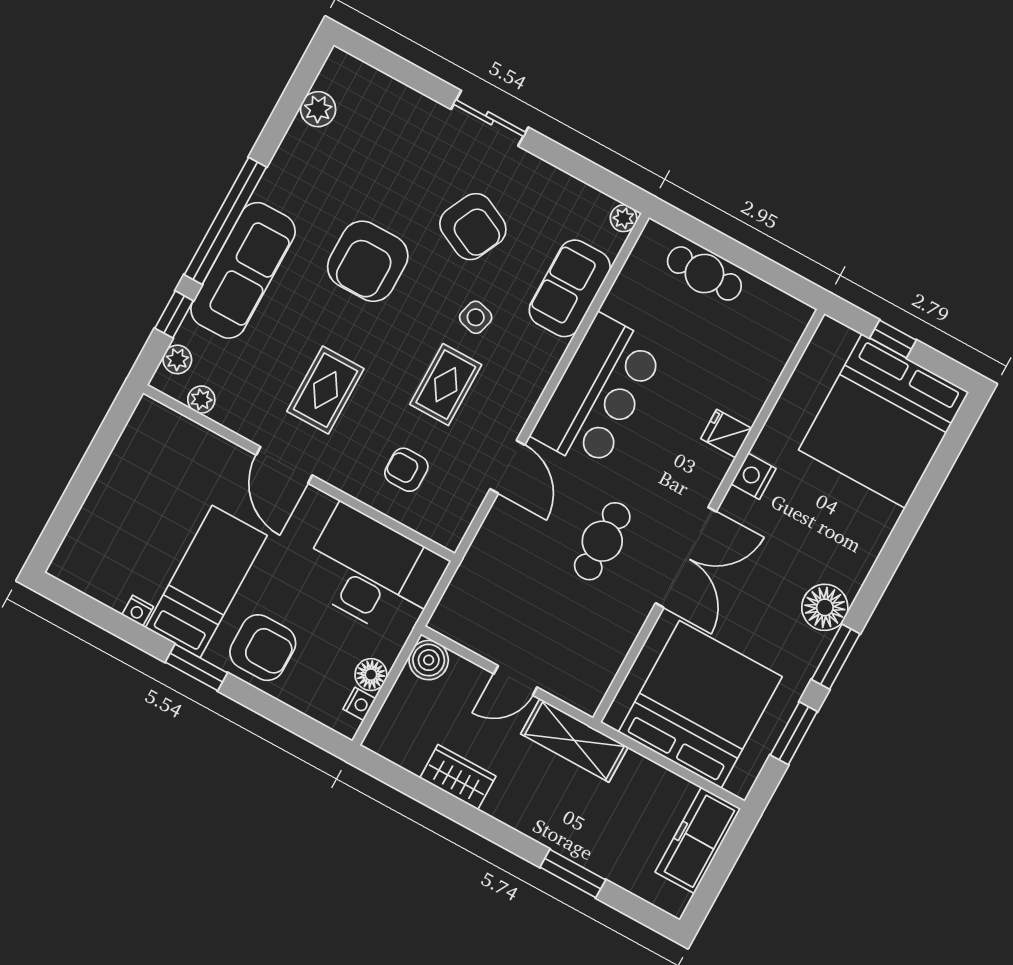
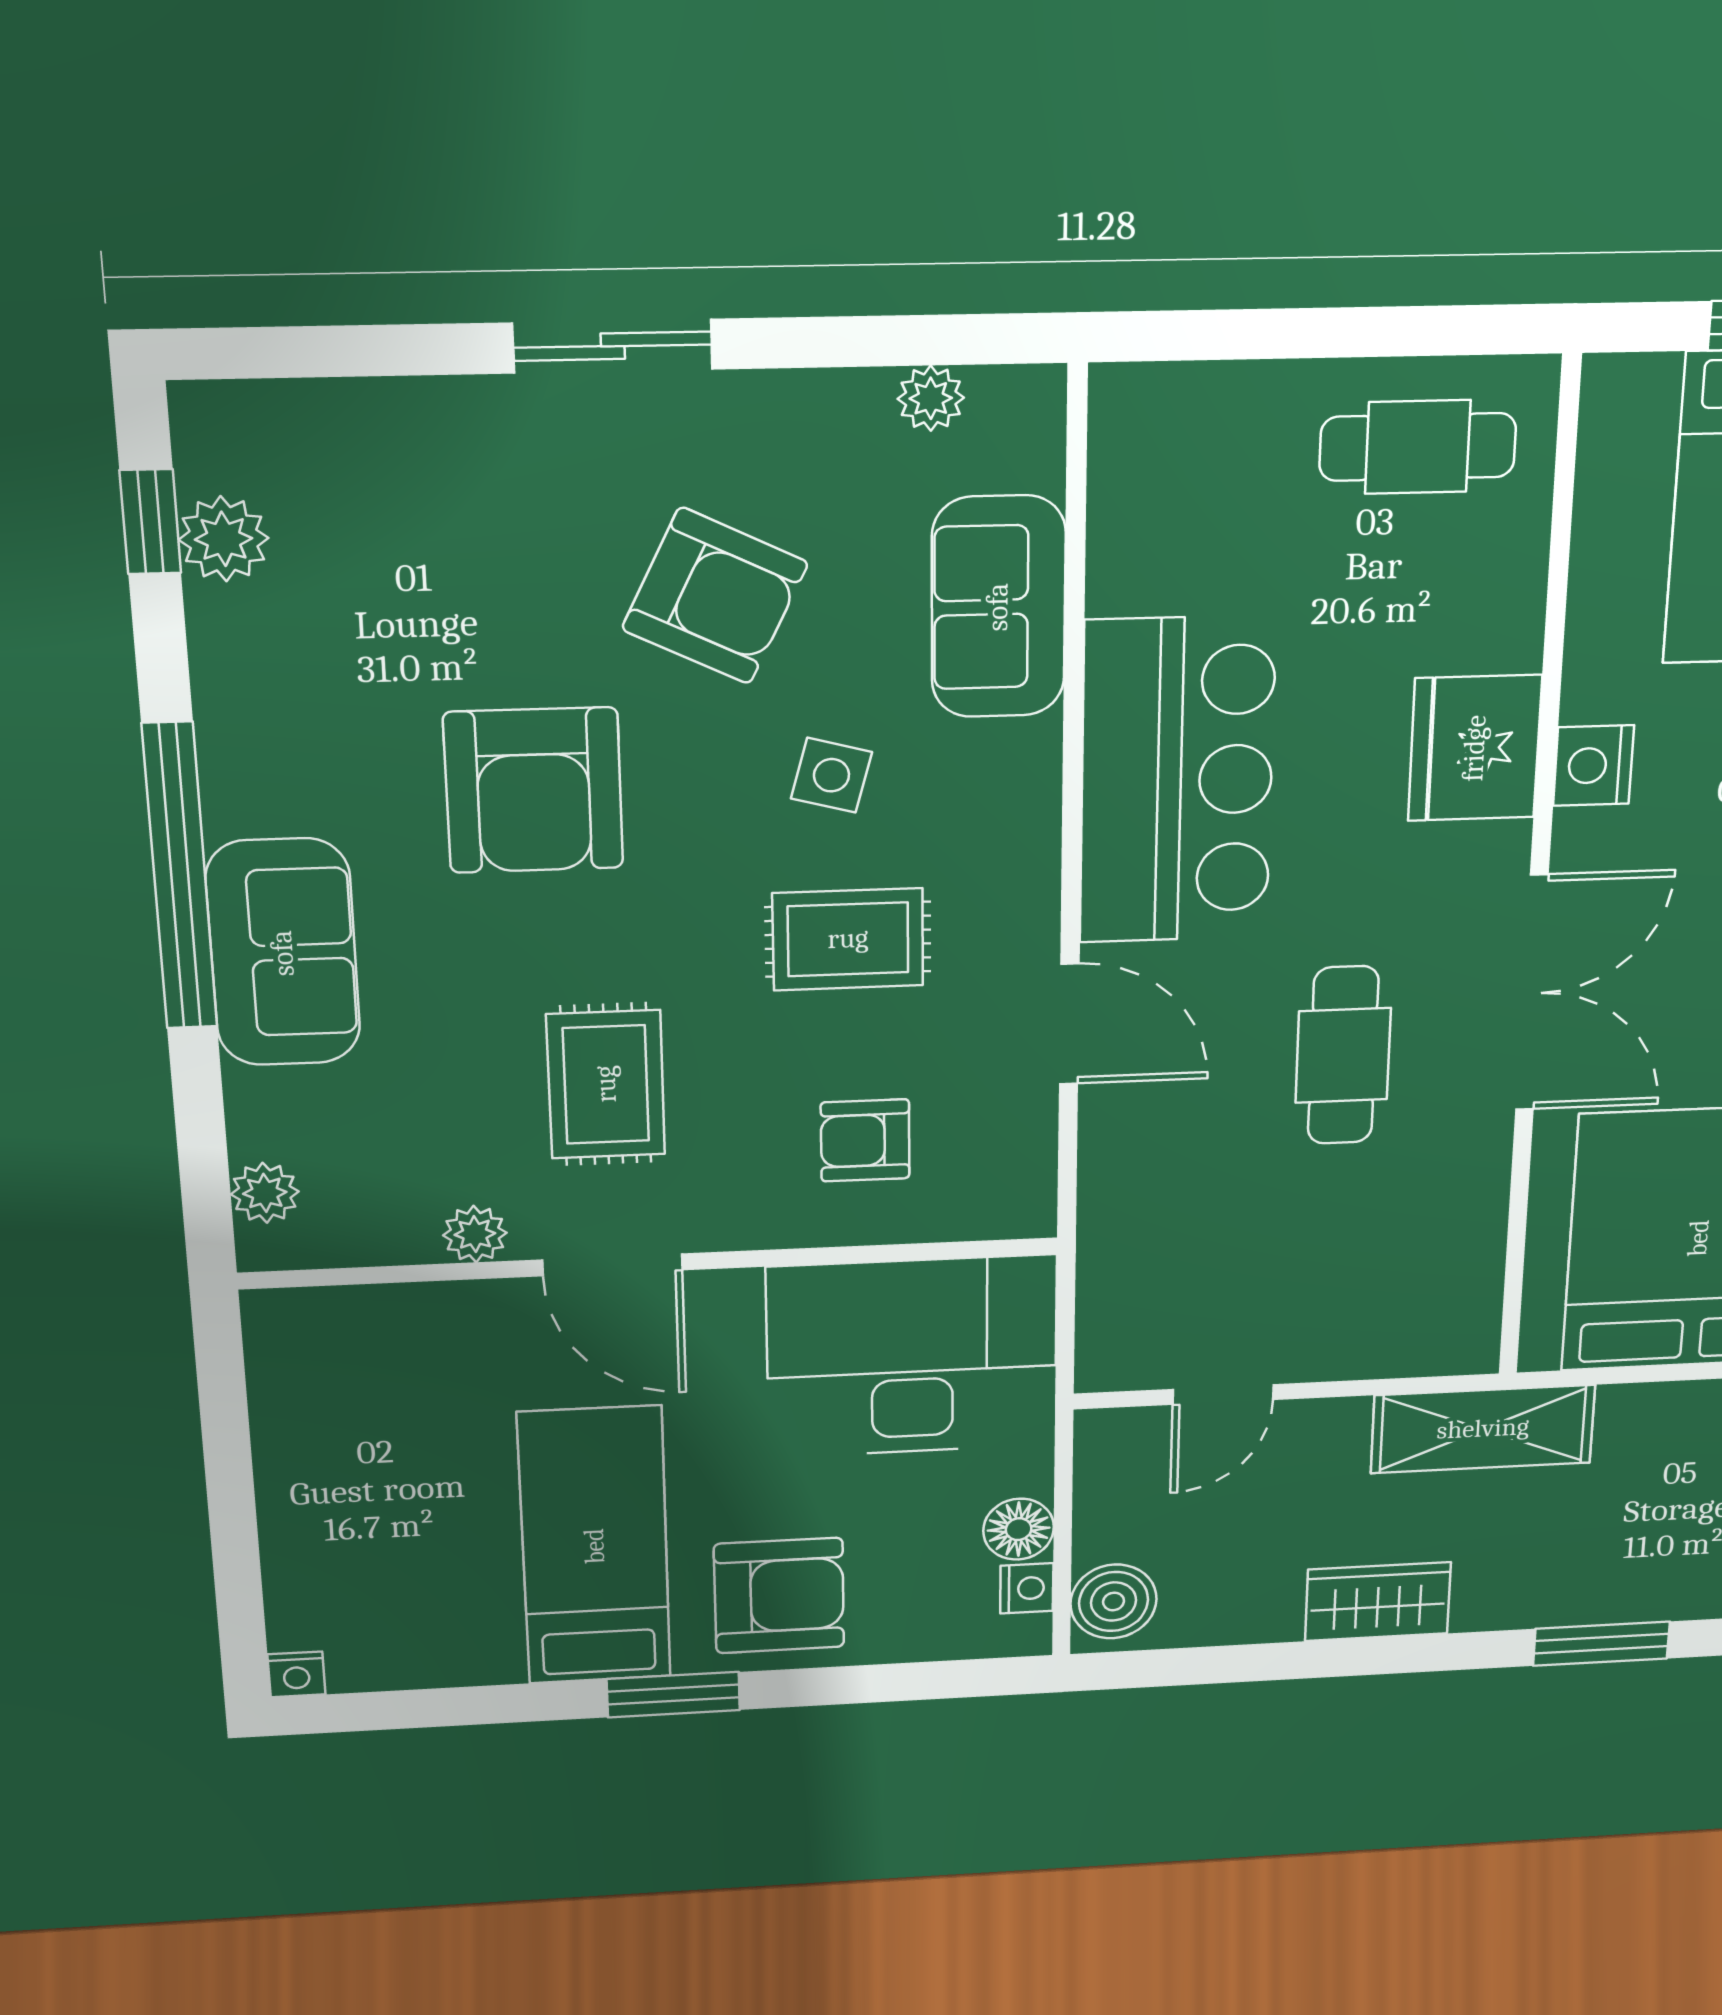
plant: (624, 218) -> (931, 398), moved
sofa: (243, 270) -> (283, 953), width x0.73
cafe table: (704, 273) -> (1418, 447), moved
window: (174, 314) -> (150, 522), moved
rug: (446, 385) -> (848, 939), turned 90
plant: (201, 400) -> (475, 1234), moved
fridge: (726, 434) -> (1475, 748), width x1.88, depth x1.34
nightstand: (138, 611) -> (296, 1674), moved
boiler: (429, 660) -> (1114, 1601), moved
door: (515, 681) -> (1223, 1394), moved
wardrobe: (458, 777) -> (1378, 1602), moved

